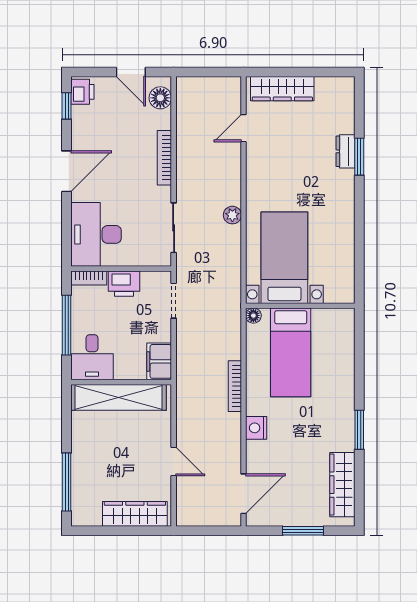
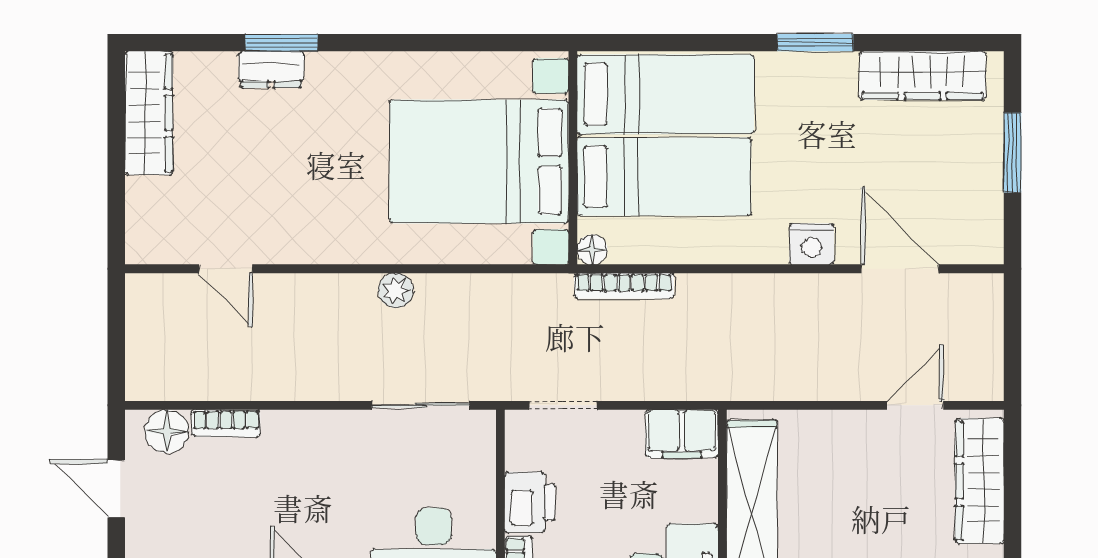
door: (131, 72) -> (116, 489), swing flipped
wardrobe: (282, 89) -> (149, 113), moved
bookcase: (164, 158) -> (226, 423), moved, width x0.64
bed with nightstands: (284, 258) -> (479, 161), width x1.36
bed: (333, 353) -> (666, 94), added
bookcase: (235, 386) -> (624, 286), moved
door: (174, 462) -> (915, 405), moved
door: (244, 494) -> (900, 269), moved

